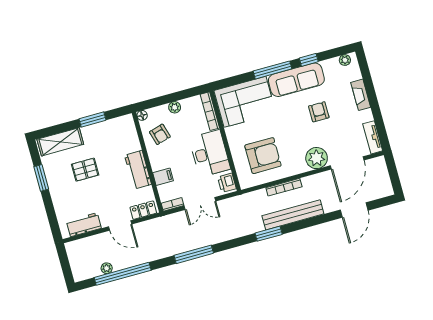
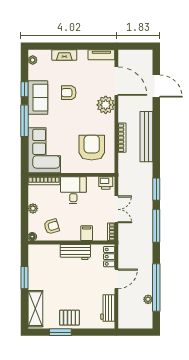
sofa: (296, 80) -> (38, 98), width x0.73
desk: (210, 153) -> (73, 190), width x0.73
pallet: (85, 170) -> (69, 318), moved, turned 90
window: (269, 234) -> (156, 189), moved

